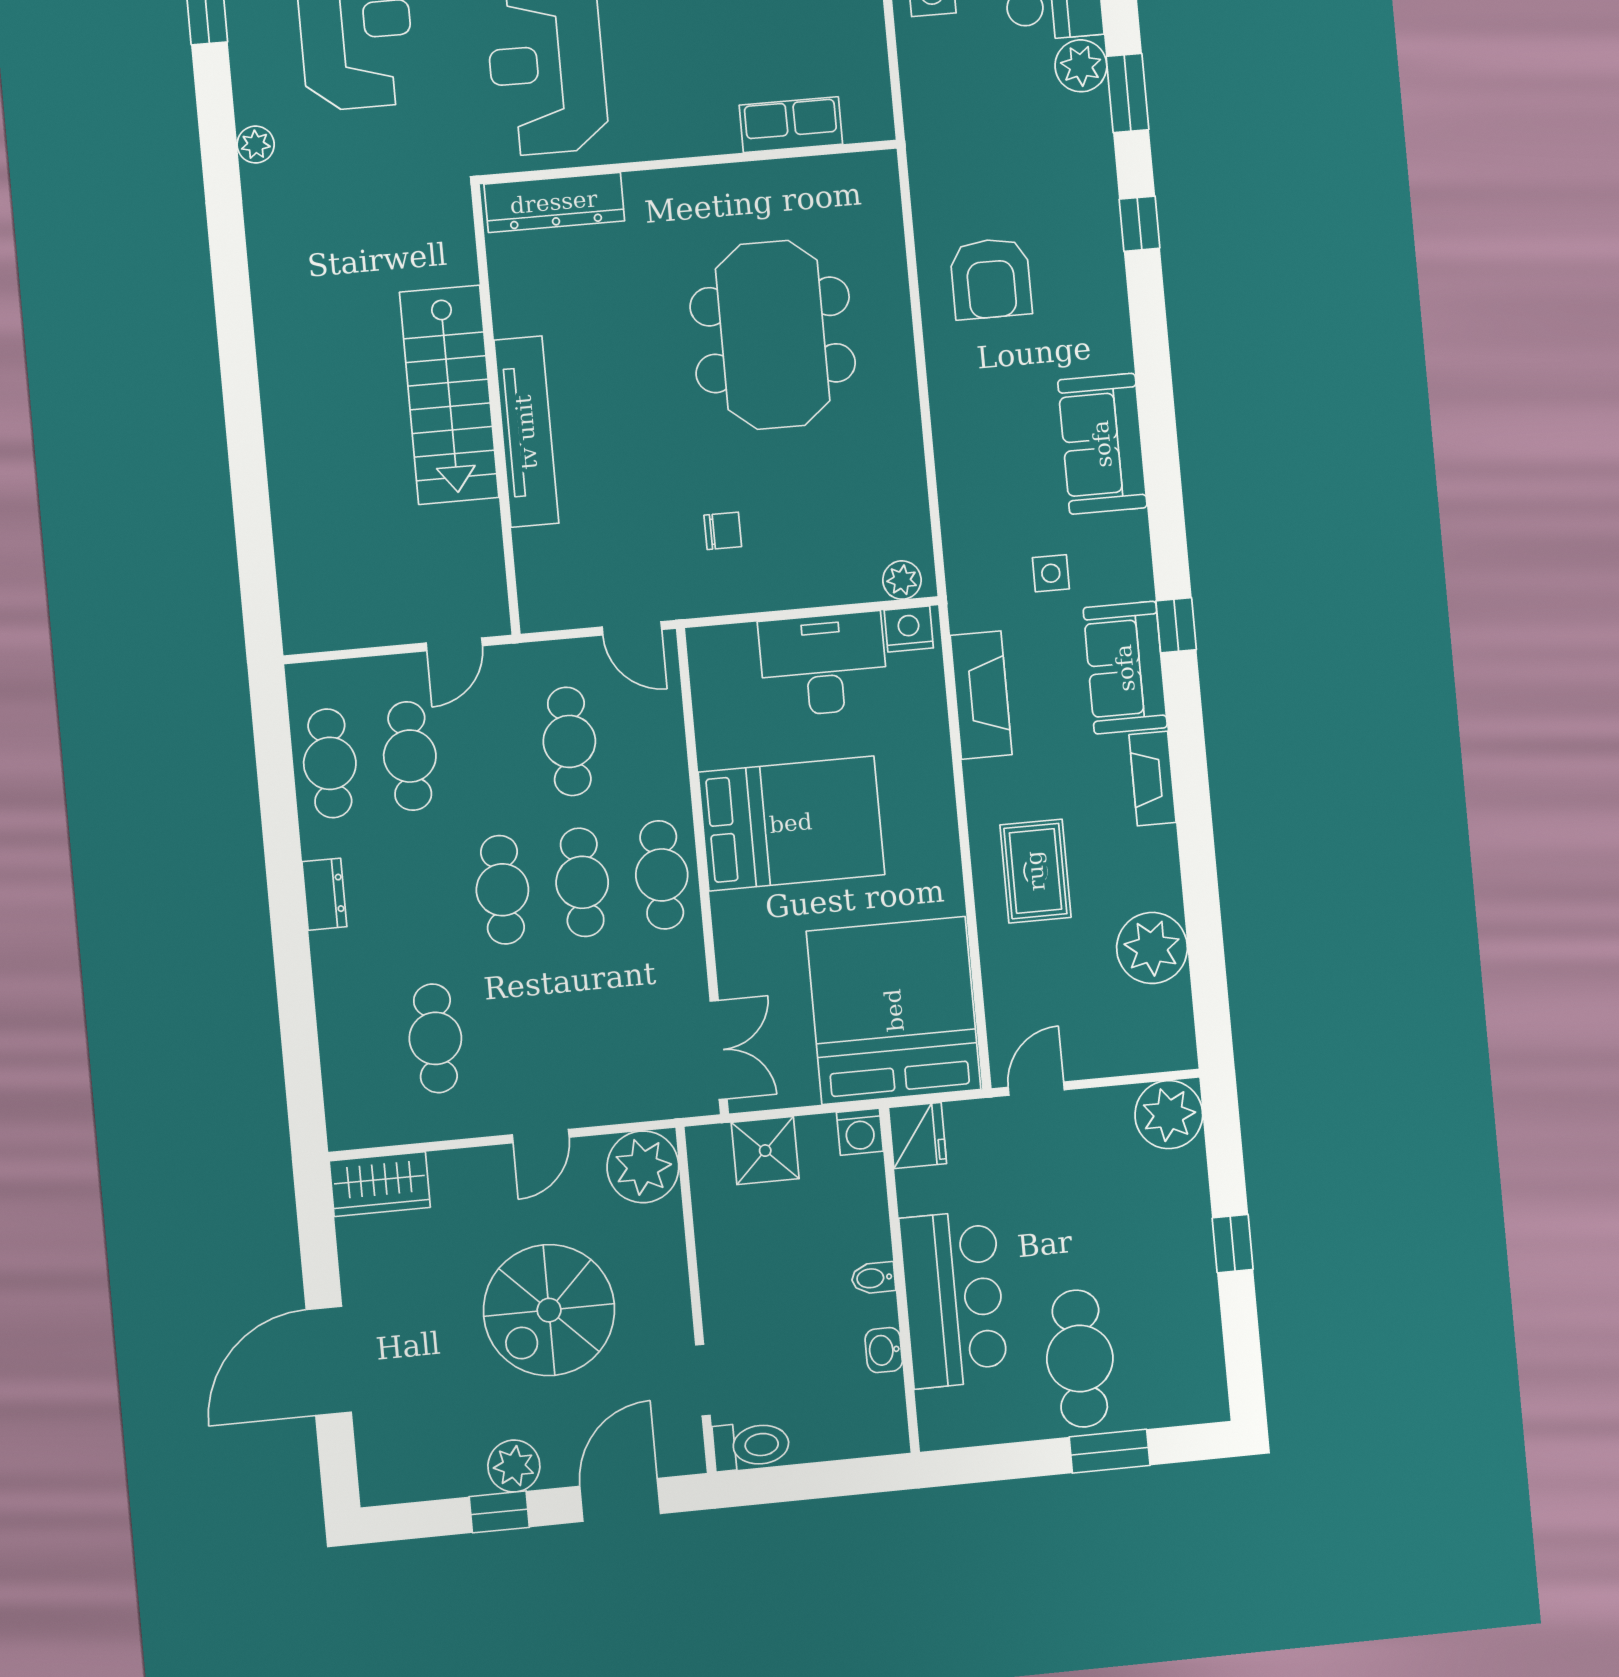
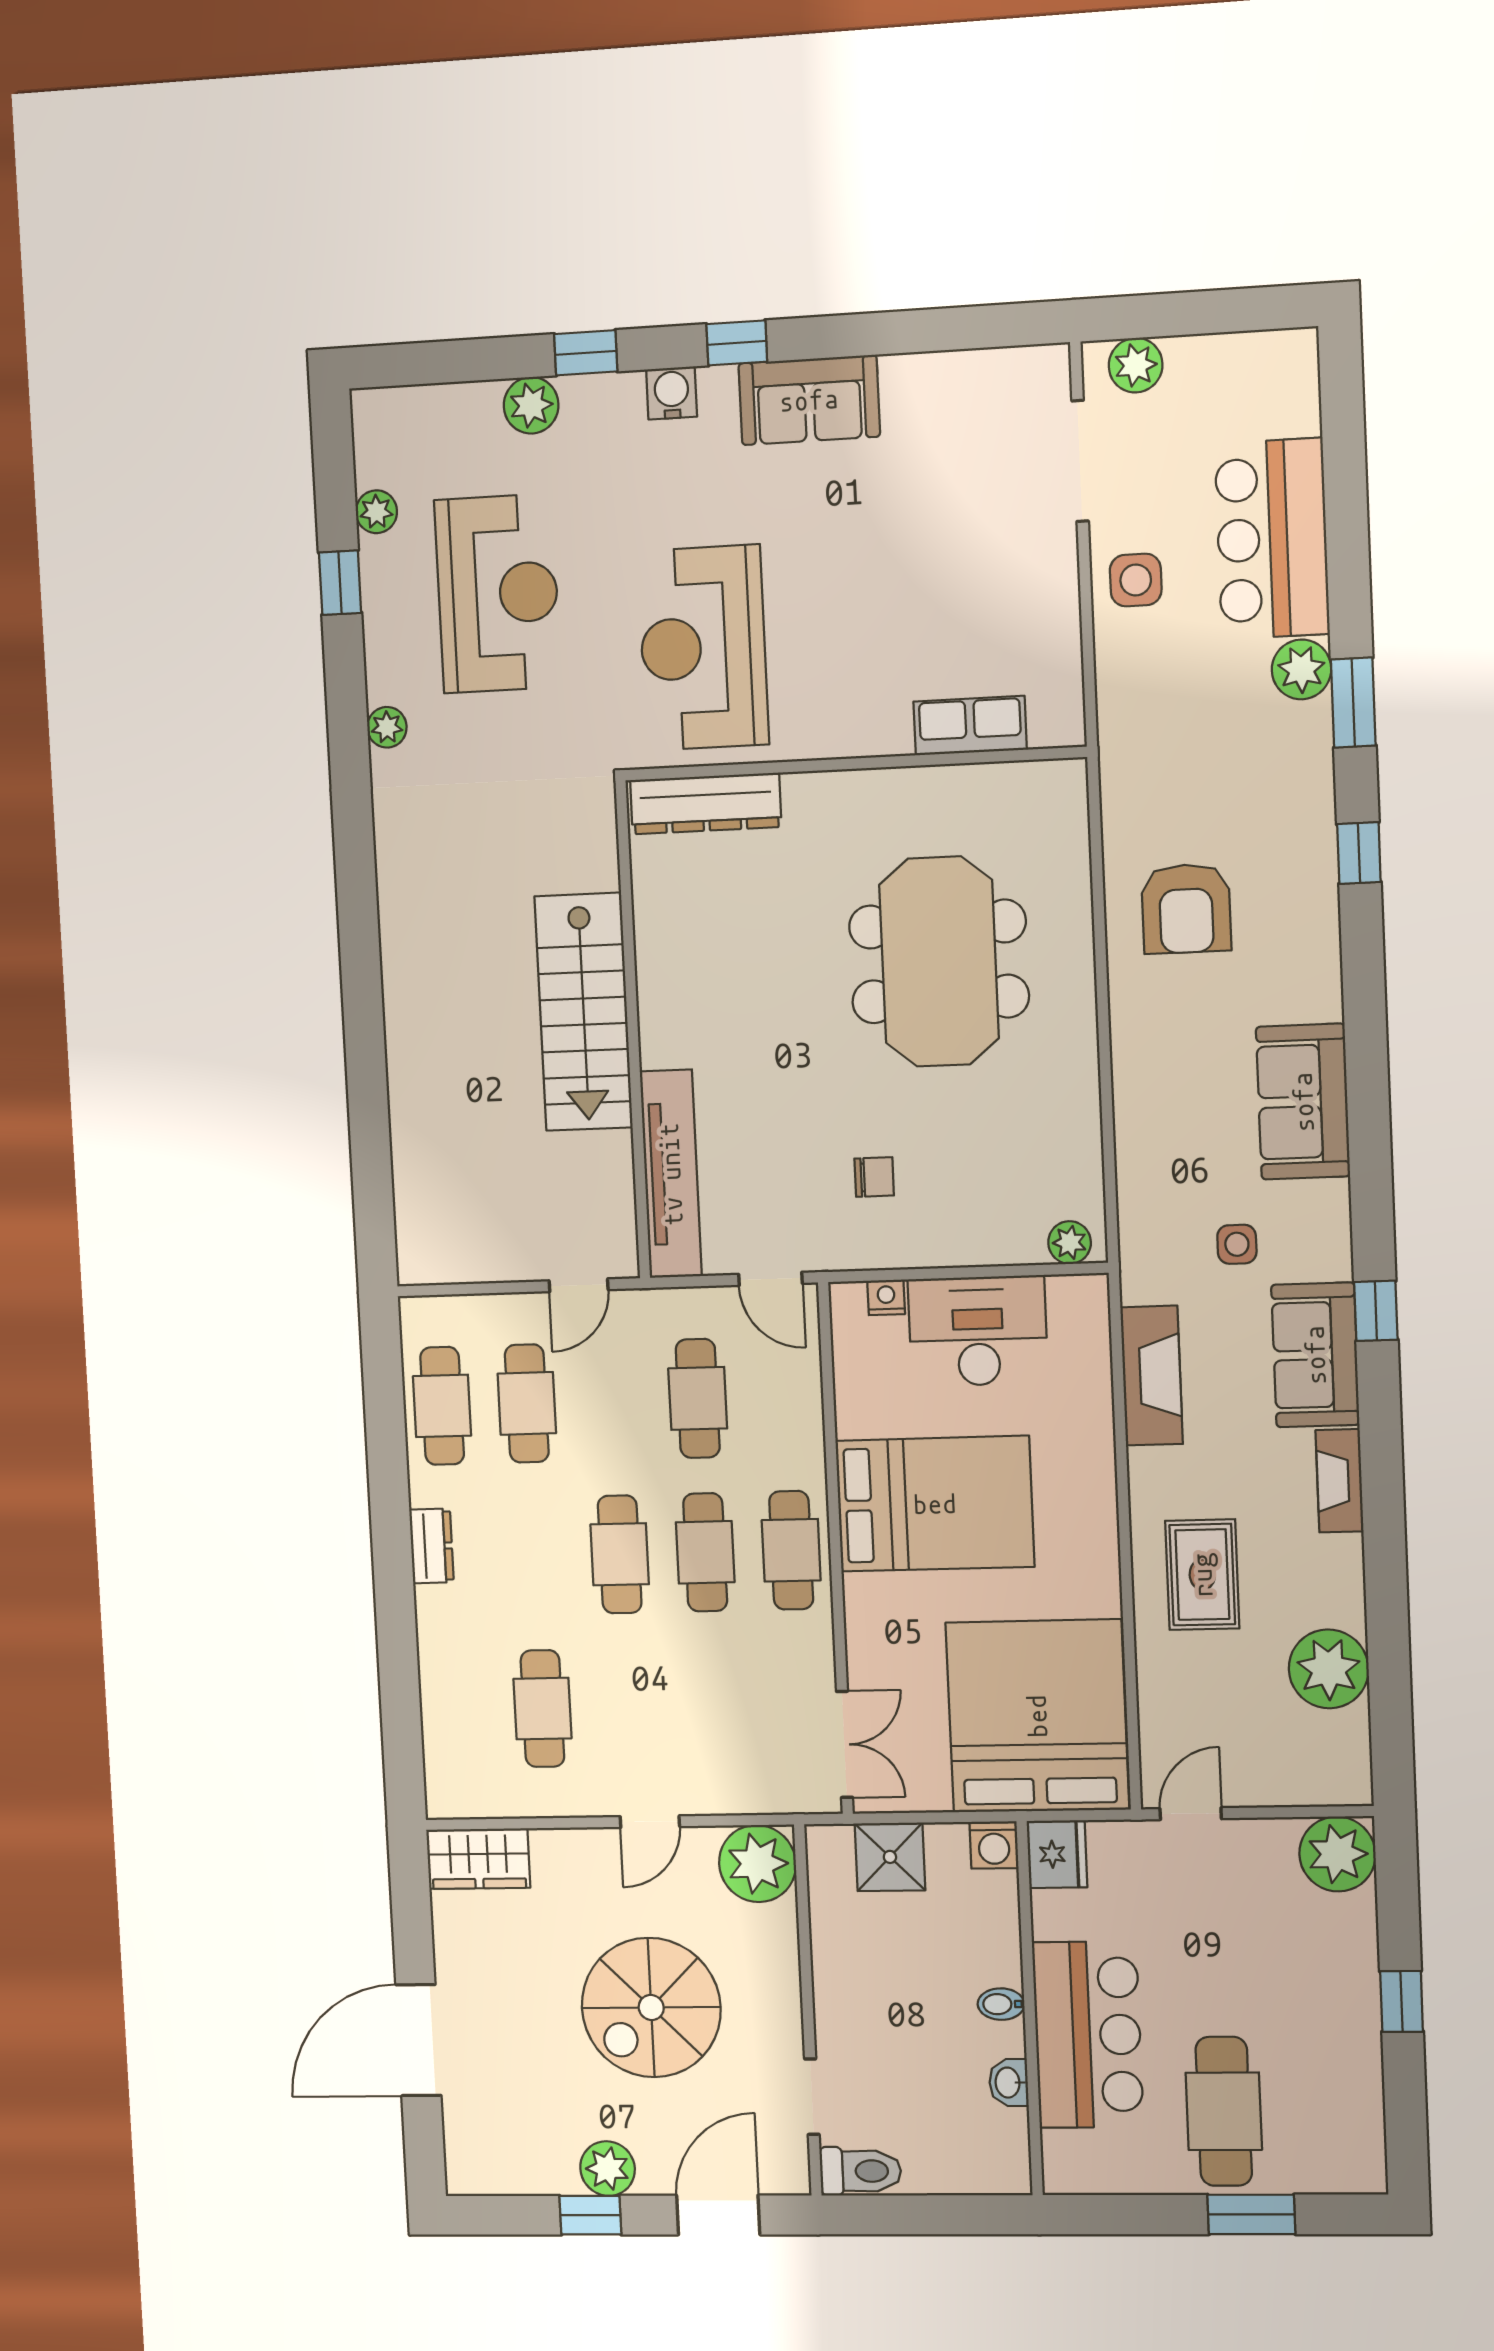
tv unit: (526, 432) -> (671, 1174), moved
nightstand: (909, 629) -> (886, 1297), moved, width x0.72, depth x0.74

